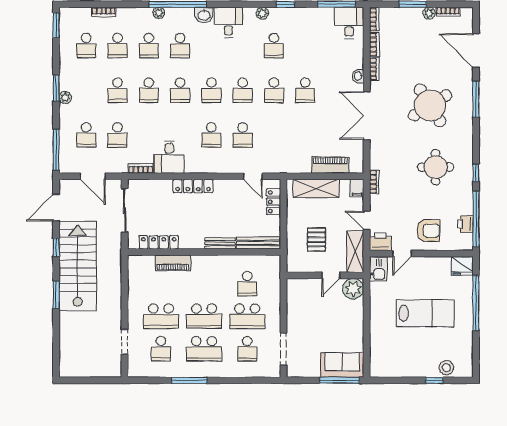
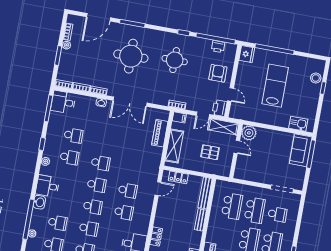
school desk: (305, 90) -> (73, 136), moved
round table: (430, 105) -> (131, 56), turned 31
locker: (193, 186) -> (156, 236), width x0.66
kitchen sink: (378, 269) -> (298, 124), moved
school desk: (247, 284) -> (232, 206), width x1.85

